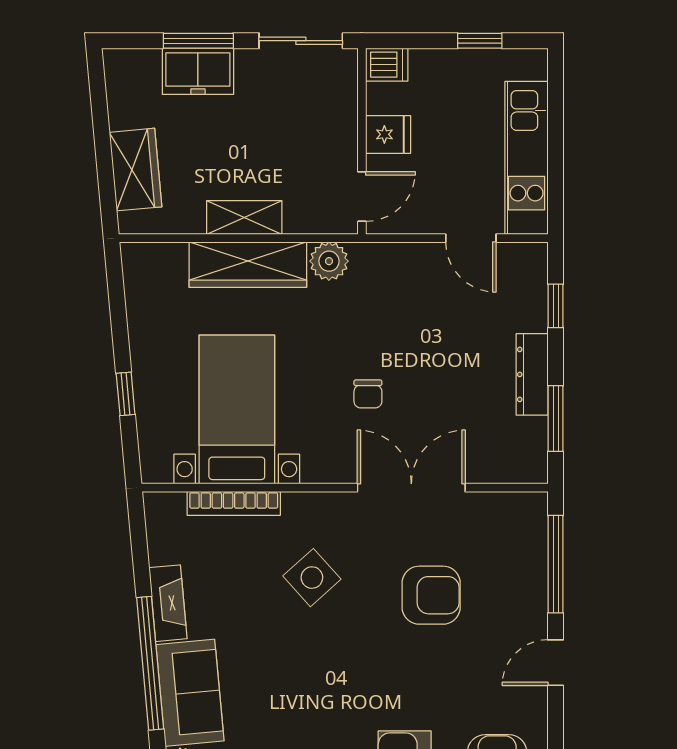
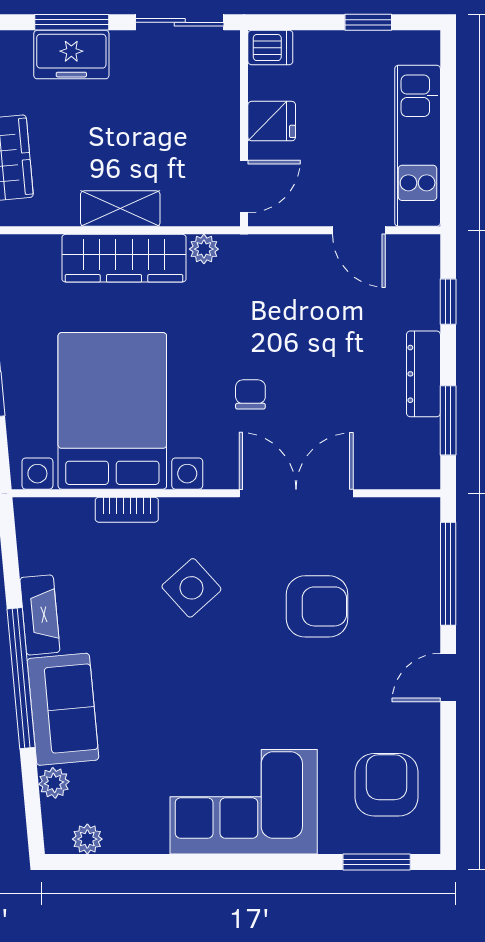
plant: (329, 261) -> (204, 249), width x0.73, depth x0.73
chair: (368, 394) -> (250, 394), turned 180
bed with nightstands: (237, 409) -> (112, 411), width x1.36
bookcase: (234, 503) -> (127, 510), width x0.64

